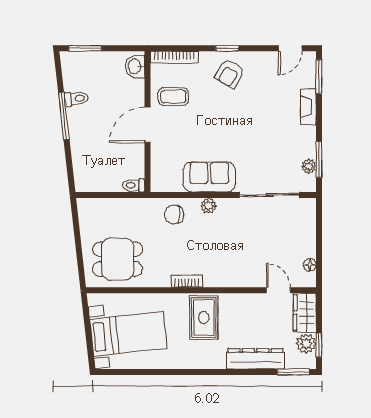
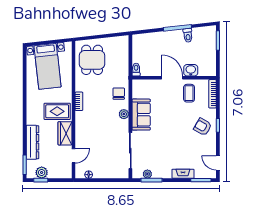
washbasin: (135, 66) -> (191, 70), moved
wardrobe: (305, 313) -> (65, 133), moved, turned -90

